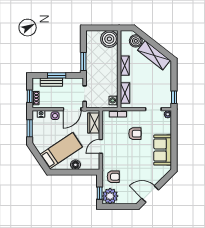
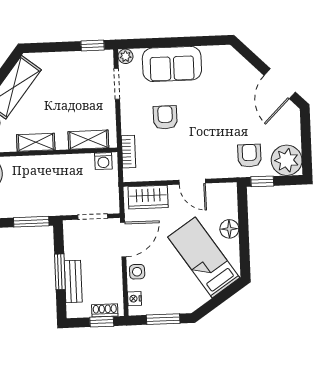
door: (72, 109) -> (123, 240), hinge flipped
sofa: (163, 150) -> (172, 64), moved
window: (100, 193) -> (262, 181), moved

